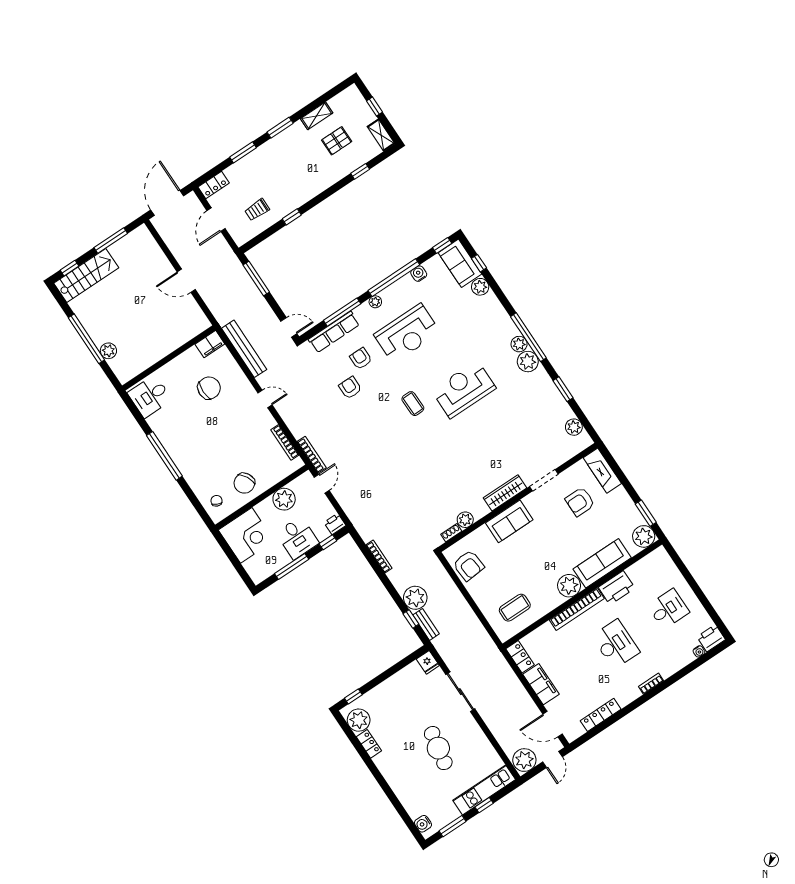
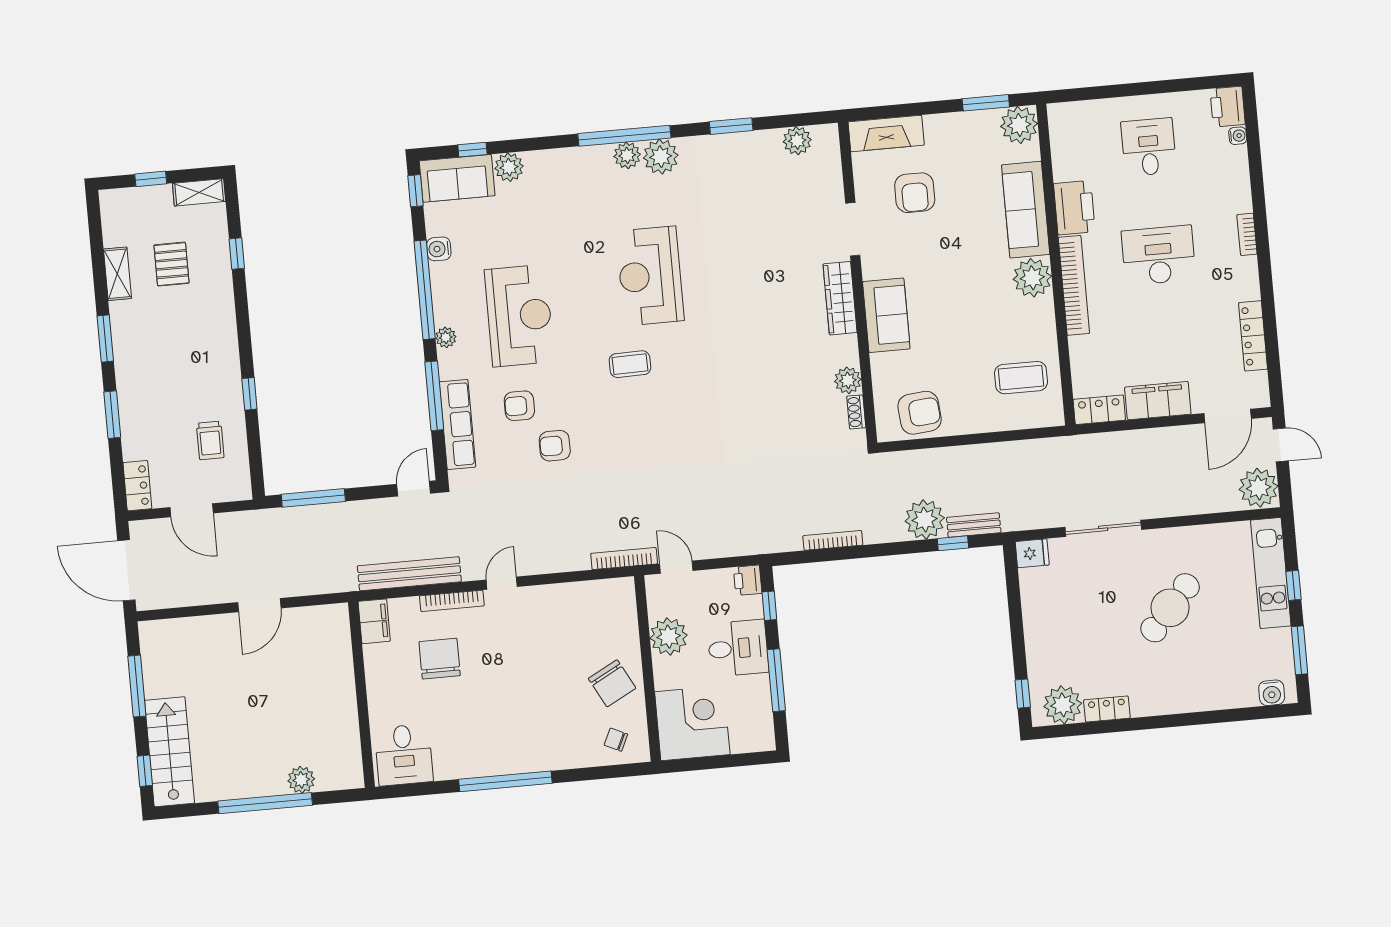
bookcase: (285, 442) -> (452, 601), moved
coffee table: (515, 608) -> (1021, 378), turned 90
cafe table: (438, 748) -> (1170, 608), turned -59

